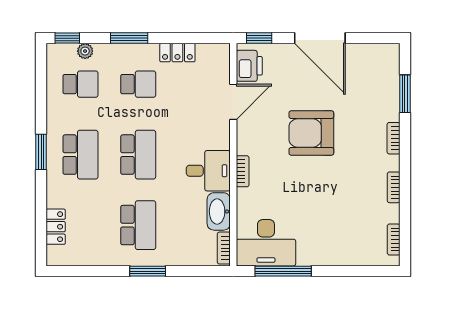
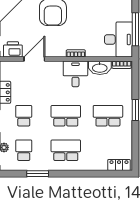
door: (233, 102) -> (34, 59), hinge flipped
window: (41, 152) -> (38, 174), moved
locker: (56, 227) -> (119, 165), moved

